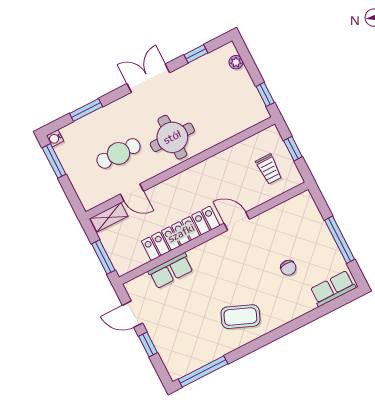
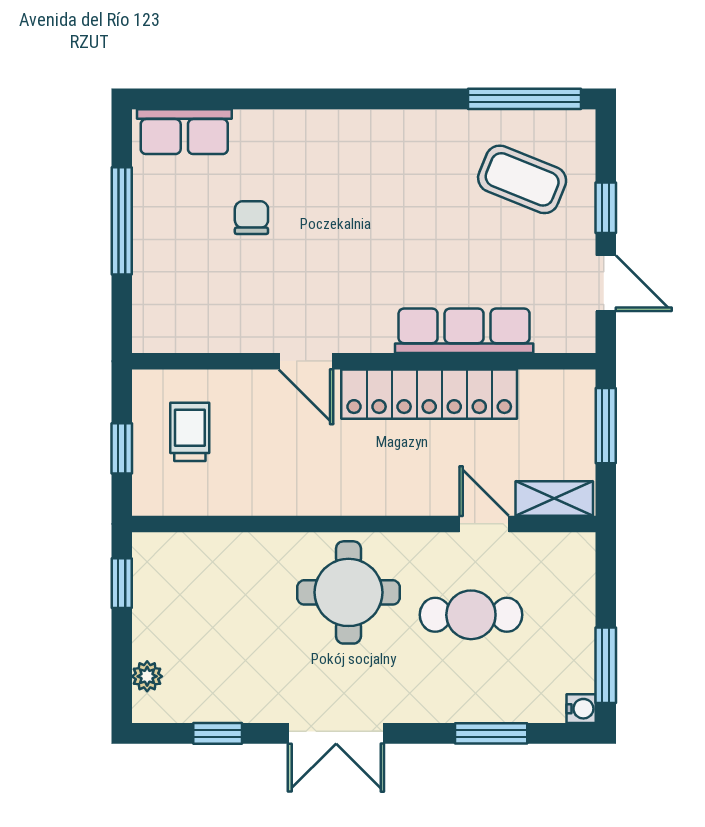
row of seats: (171, 271) -> (464, 331), width x1.48
coffee table: (240, 317) -> (522, 179), moved

